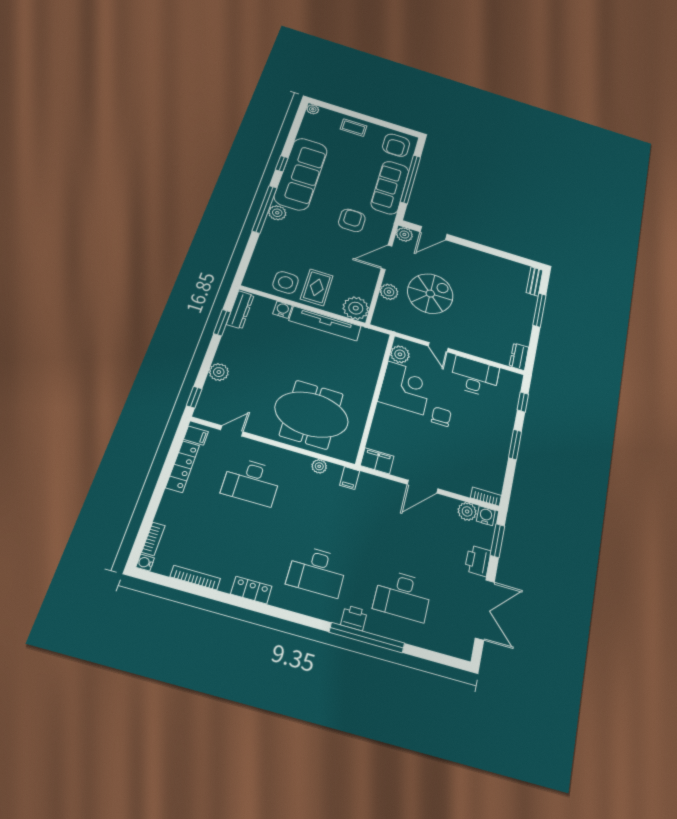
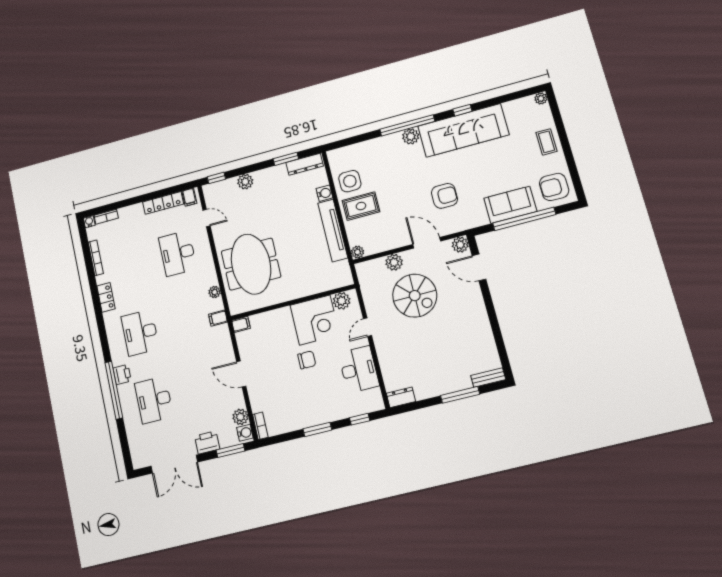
sofa: (390, 187) -> (510, 205), width x0.73
plant: (356, 308) -> (357, 252), width x0.53, depth x0.53
filing cabinet: (377, 461) -> (241, 324), width x0.50

